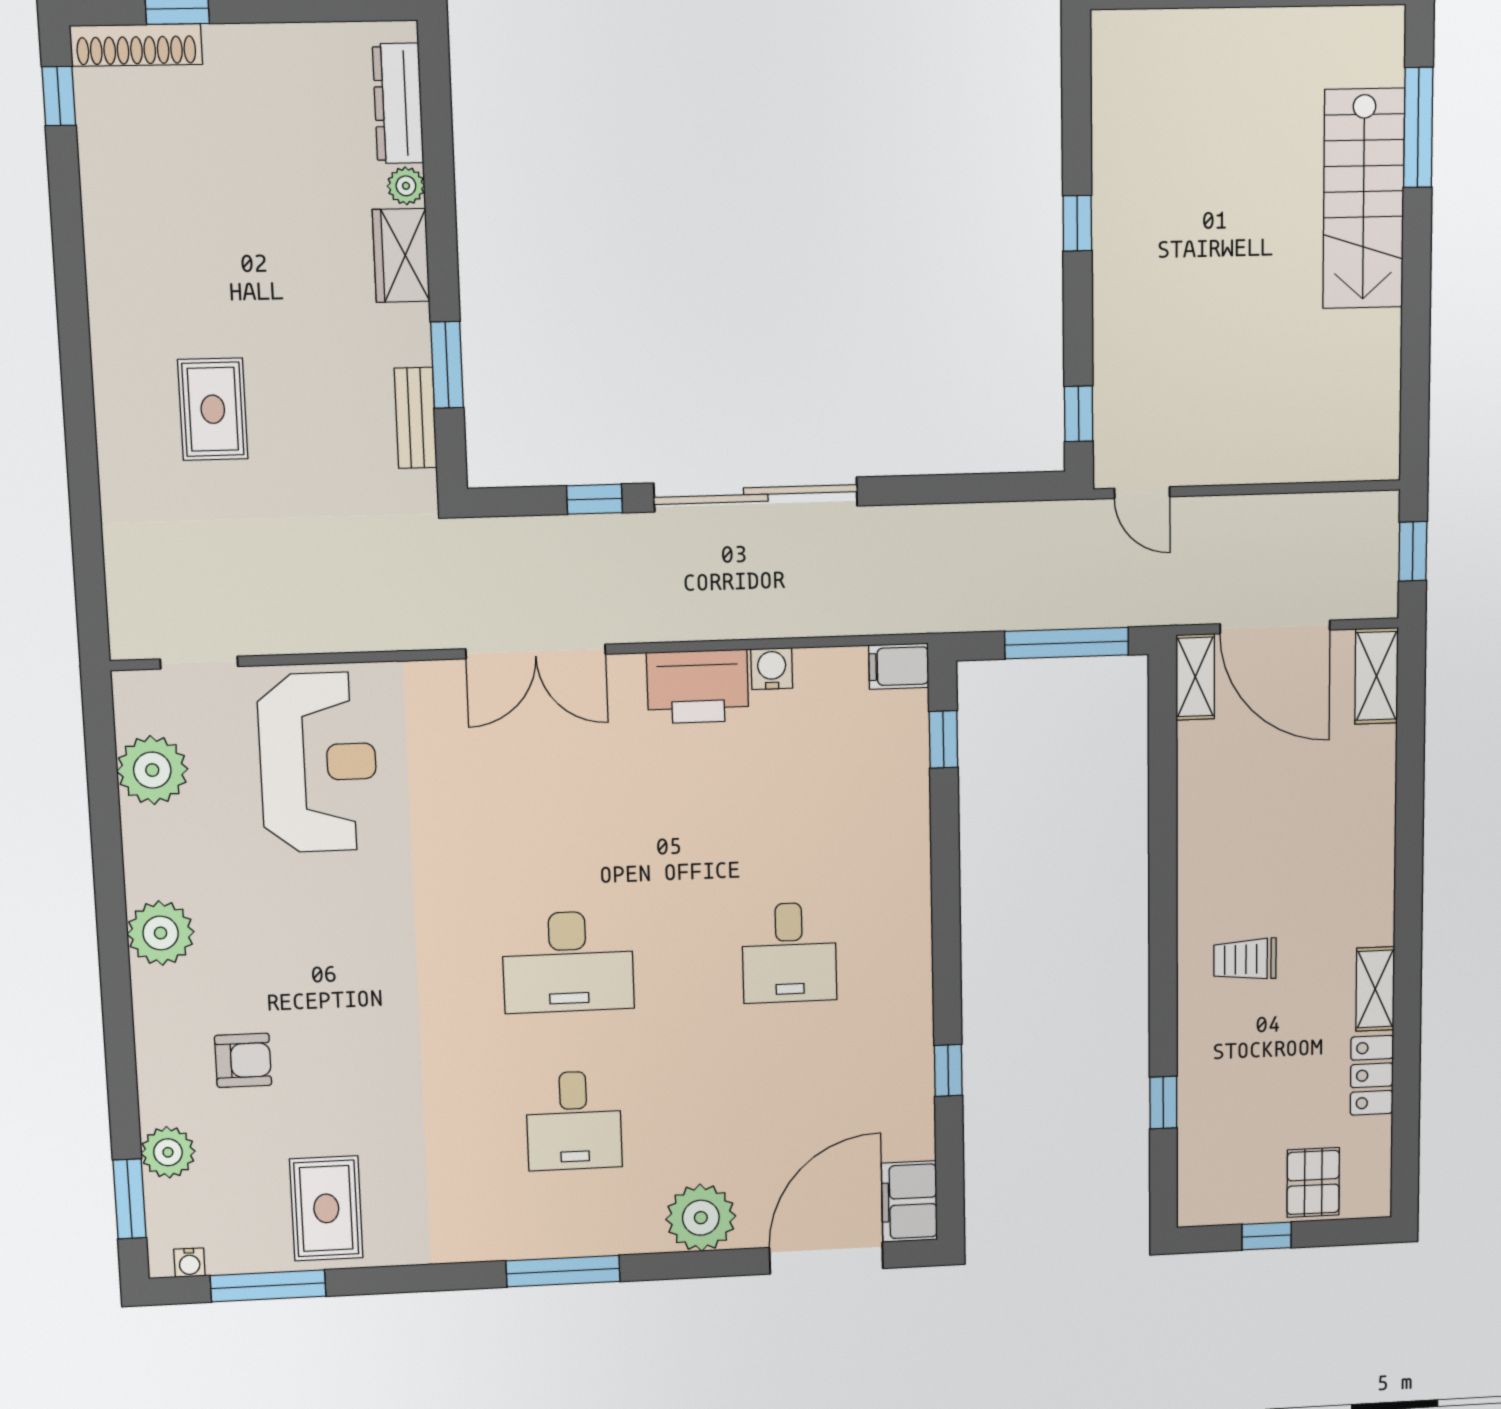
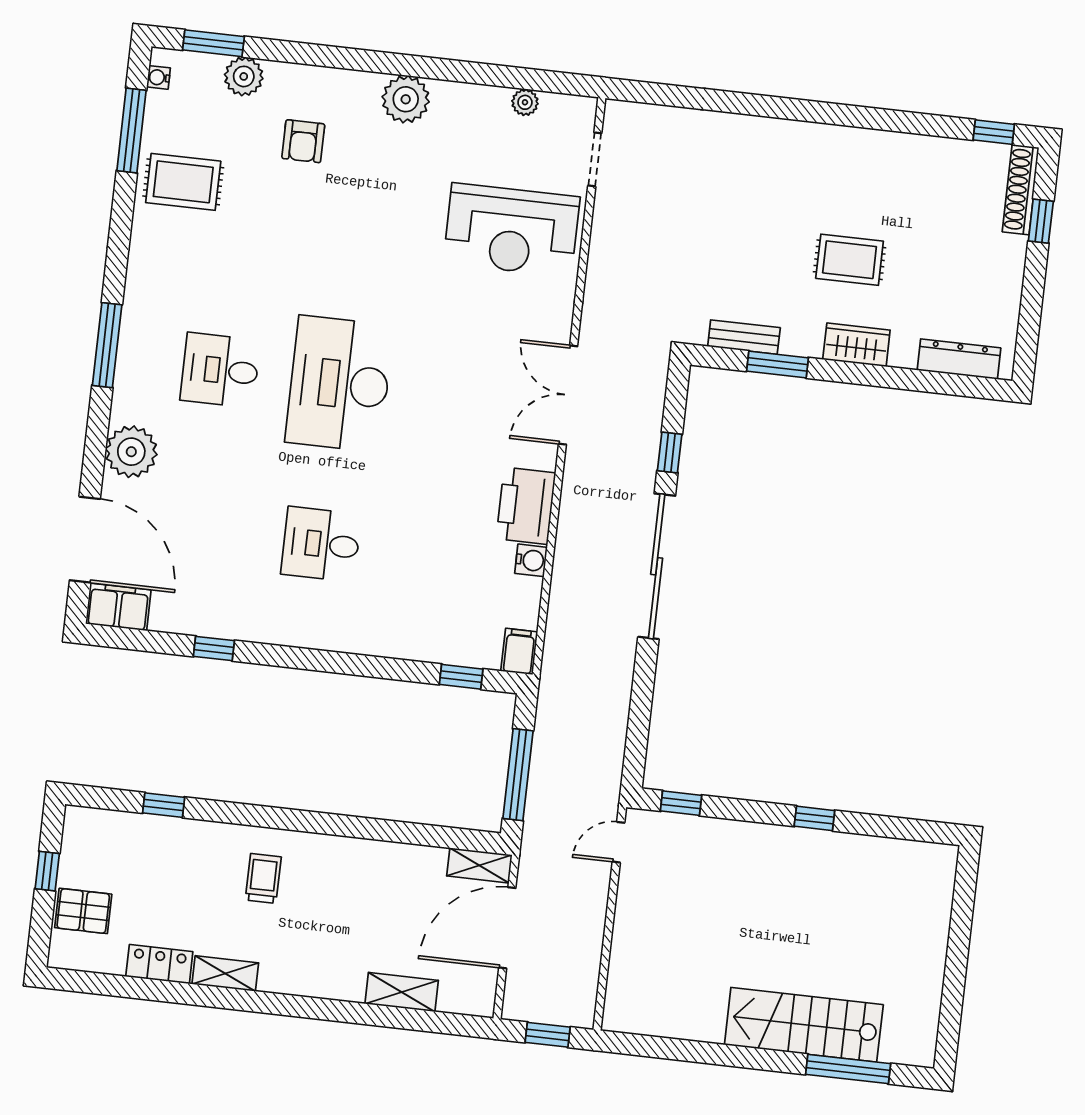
plant: (406, 186) -> (903, 356), removed
rug: (213, 409) -> (850, 260), moved
shelving: (1377, 676) -> (402, 992), moved
plant: (152, 770) -> (525, 102), width x0.53, depth x0.53
desk: (568, 962) -> (339, 384), width x1.36, depth x1.30

